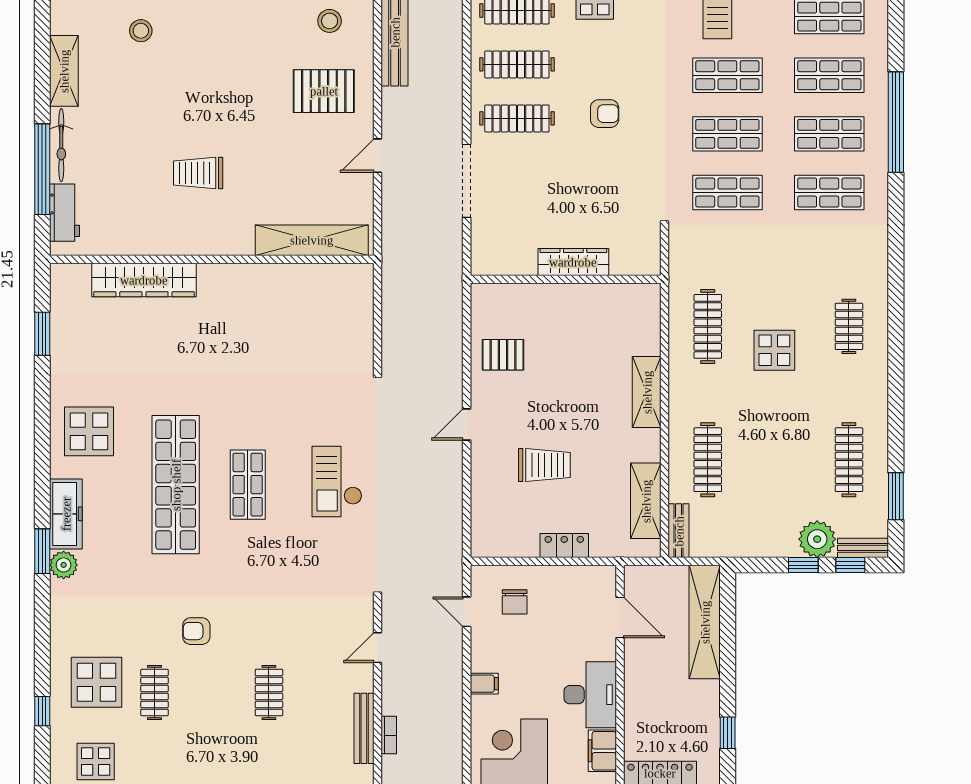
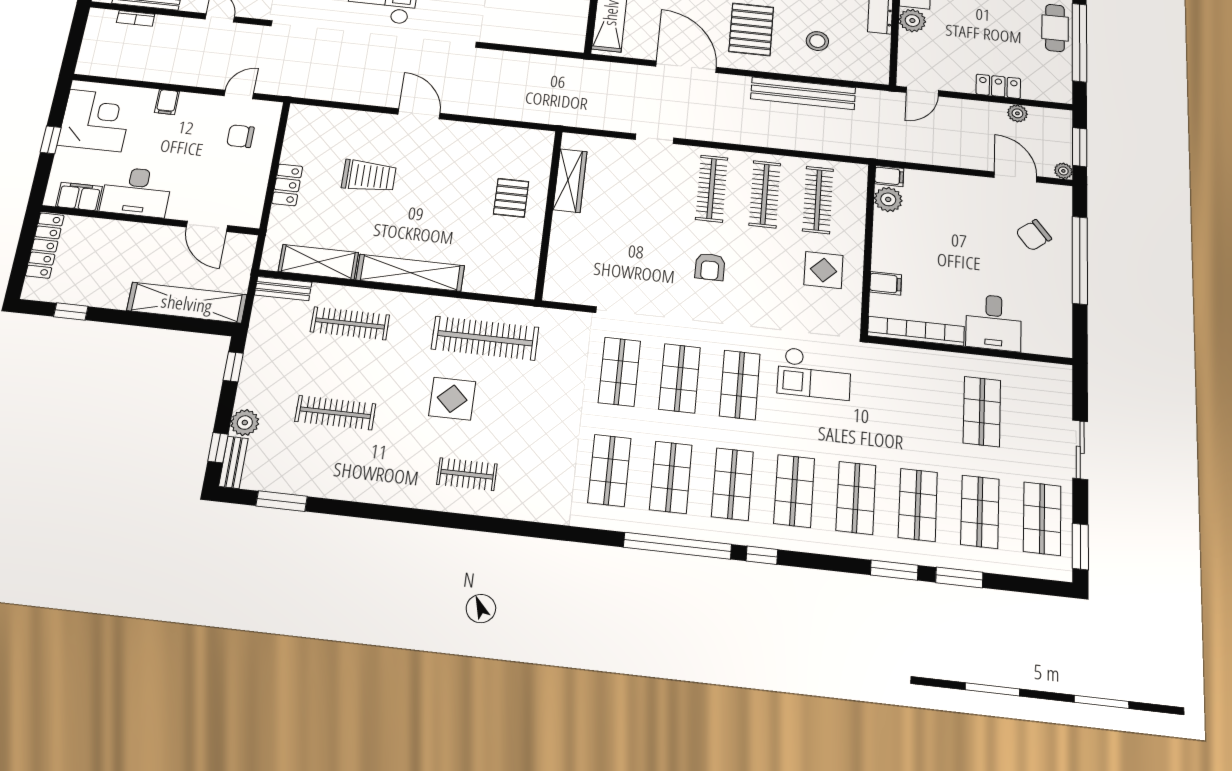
window: (896, 43) -> (762, 555), added
door: (377, 156) -> (686, 67), width x1.88
doorway: (467, 181) -> (655, 139), width x0.53
wardrobe: (573, 262) -> (570, 181), moved
clothes rail: (708, 326) -> (485, 338), width x1.37, depth x1.31
pallet: (503, 355) -> (511, 198), moved
shelving: (647, 392) -> (410, 273), width x1.47
door: (467, 424) -> (419, 114), width x1.38
clothes rail: (849, 460) -> (335, 413), moved
trolley: (544, 465) -> (369, 176), turned -90
plant: (817, 539) -> (245, 423), width x0.73, depth x0.73
window: (803, 565) -> (233, 367), moved
door: (620, 617) -> (207, 226), hinge flipped

